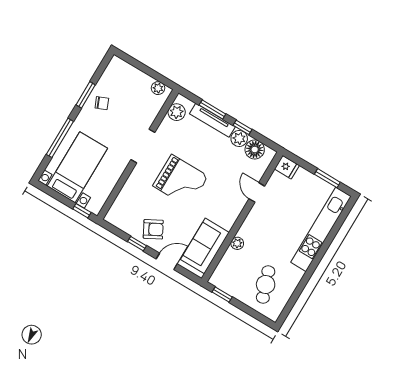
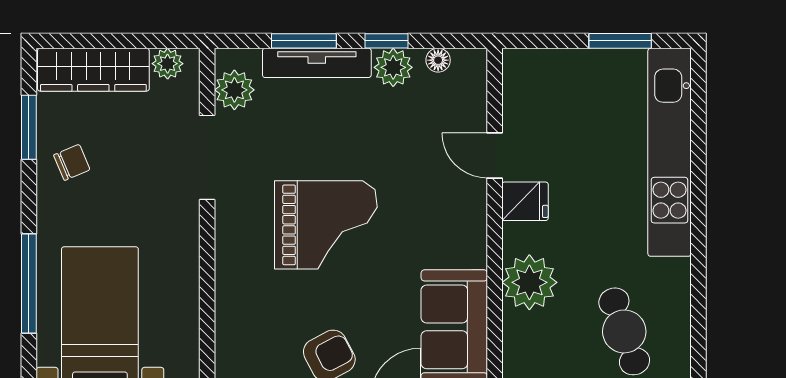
wardrobe: (130, 74) -> (93, 70), added
window: (86, 95) -> (29, 127), moved
doorway: (143, 146) -> (207, 157), moved
floor lamp: (255, 149) -> (438, 60), width x0.53, depth x0.53
fridge: (287, 167) -> (525, 201), moved
plant: (237, 243) -> (529, 282), width x1.88, depth x1.88

